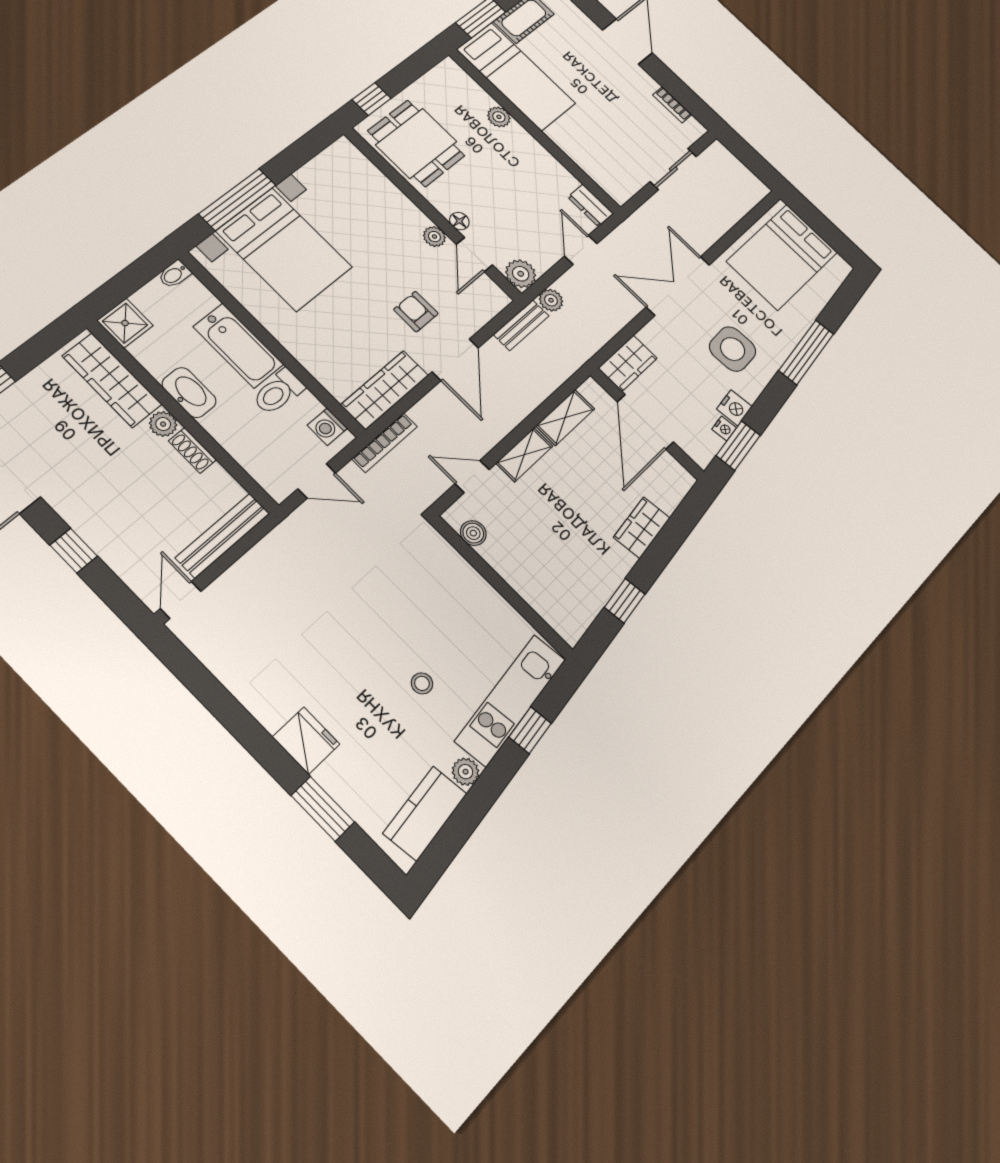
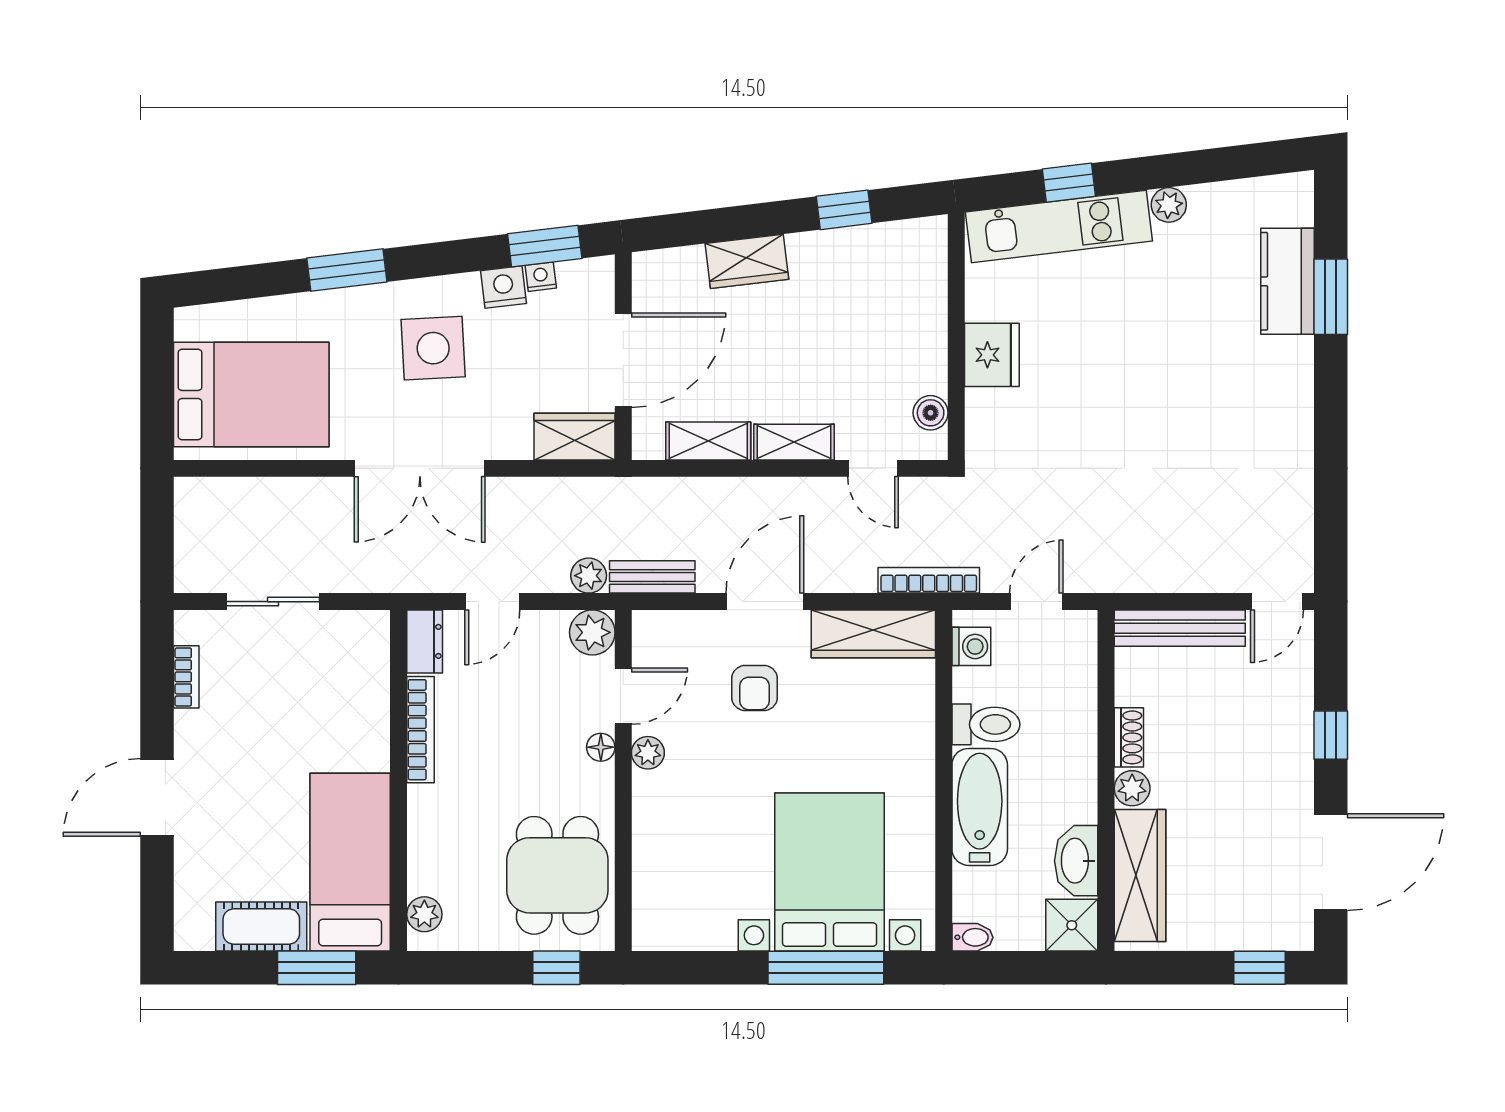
plant: (499, 117) -> (424, 914), moved
bookcase: (549, 162) -> (420, 730), added
window: (806, 352) -> (347, 270), width x0.69
washbasin: (189, 392) -> (1076, 861), moved
door: (317, 481) -> (1036, 602), hinge flipped
stool: (422, 683) -> (1128, 320), removed
fridge: (306, 741) -> (992, 355), moved, turned 180
kitchen counter: (425, 813) -> (1288, 281), moved, turned 97

